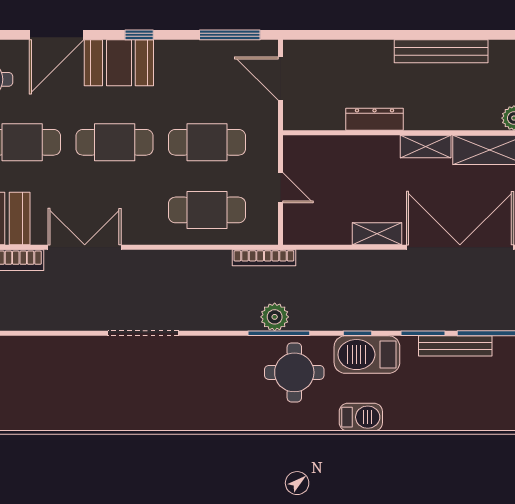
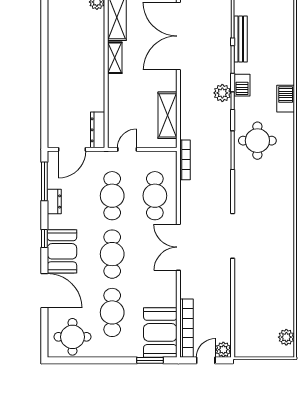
dresser: (198, 51) -> (54, 202), added
bench: (441, 51) -> (55, 48), removed
dresser: (375, 119) -> (98, 130), moved
door: (280, 188) -> (127, 149), moved
shelving: (377, 234) -> (168, 115), moved, width x1.50, depth x1.33
double door: (85, 247) -> (178, 247), moved
plant: (275, 317) -> (222, 93), moved
barbecue: (367, 355) -> (242, 85), width x0.53, depth x0.65

